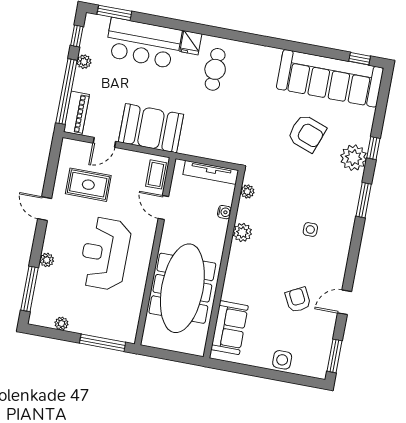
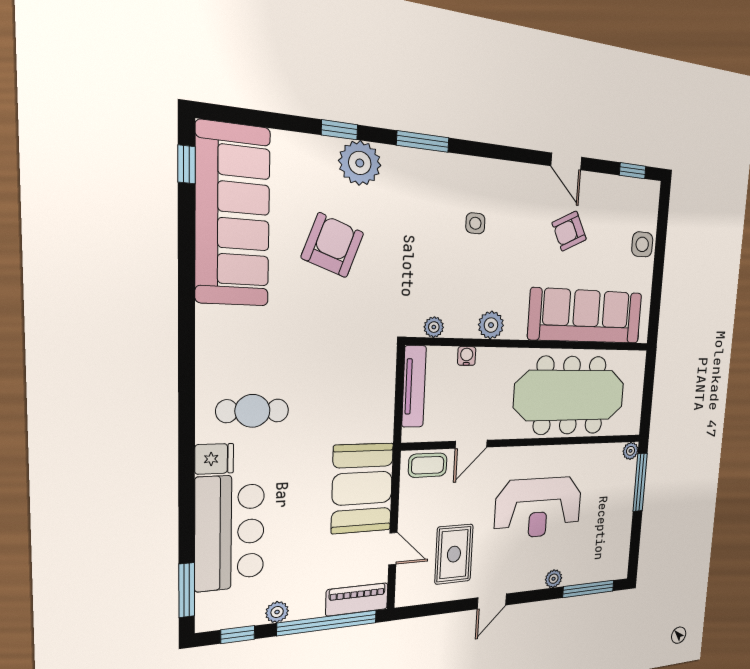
plant: (61, 323) -> (630, 451), moved
sofa: (229, 328) -> (586, 316), width x1.85, depth x1.27
window: (334, 356) -> (633, 171), width x0.67

